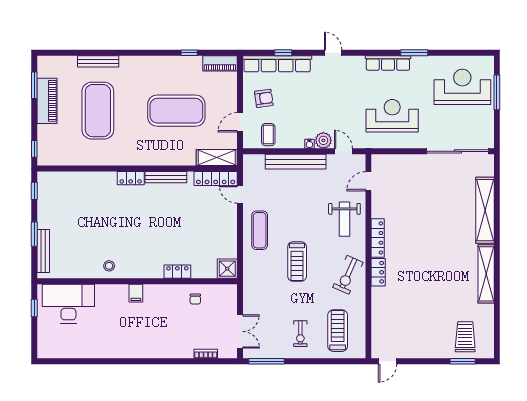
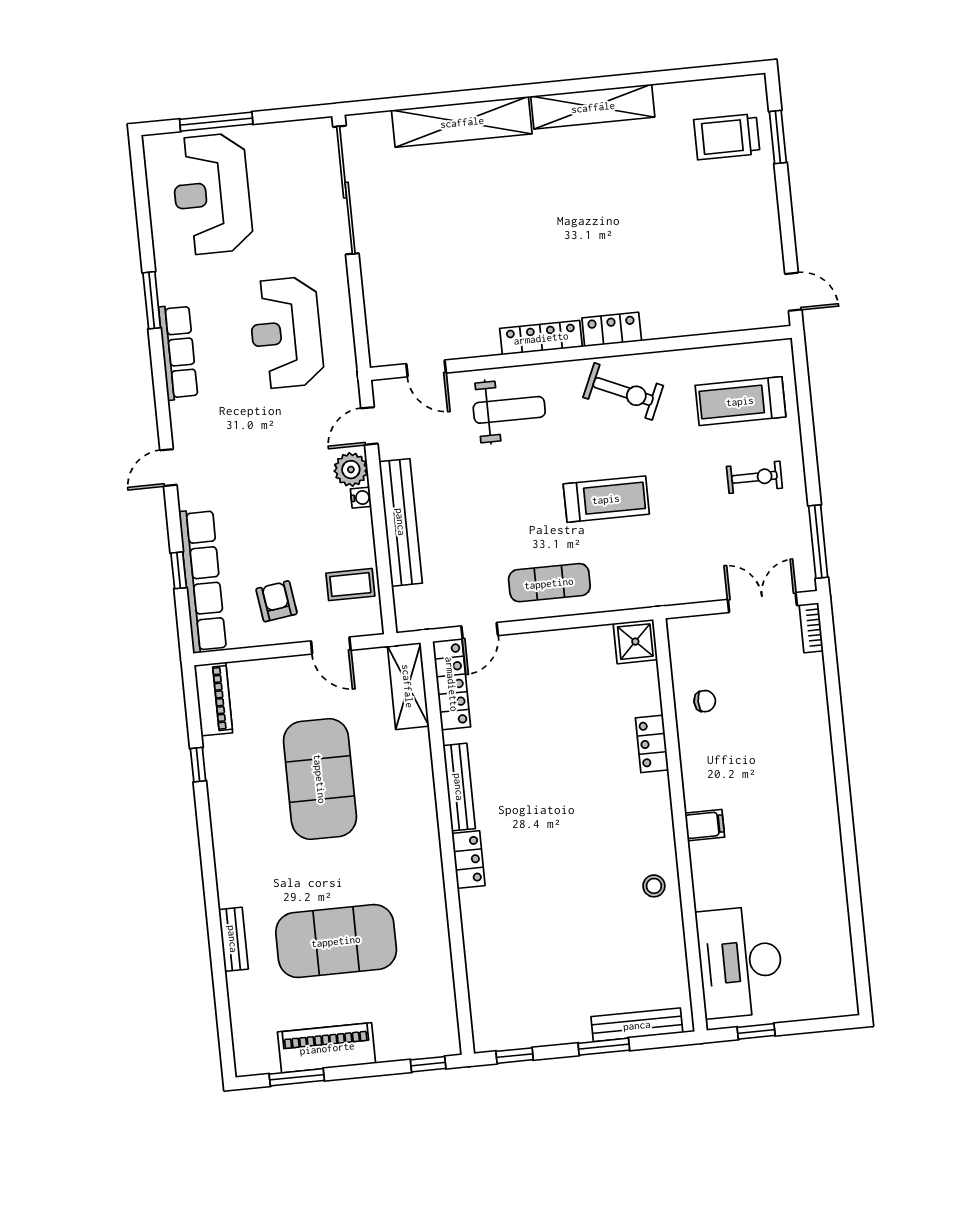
bench: (98, 61) -> (233, 939), width x0.73
bookcase: (206, 354) -> (811, 628), moved

